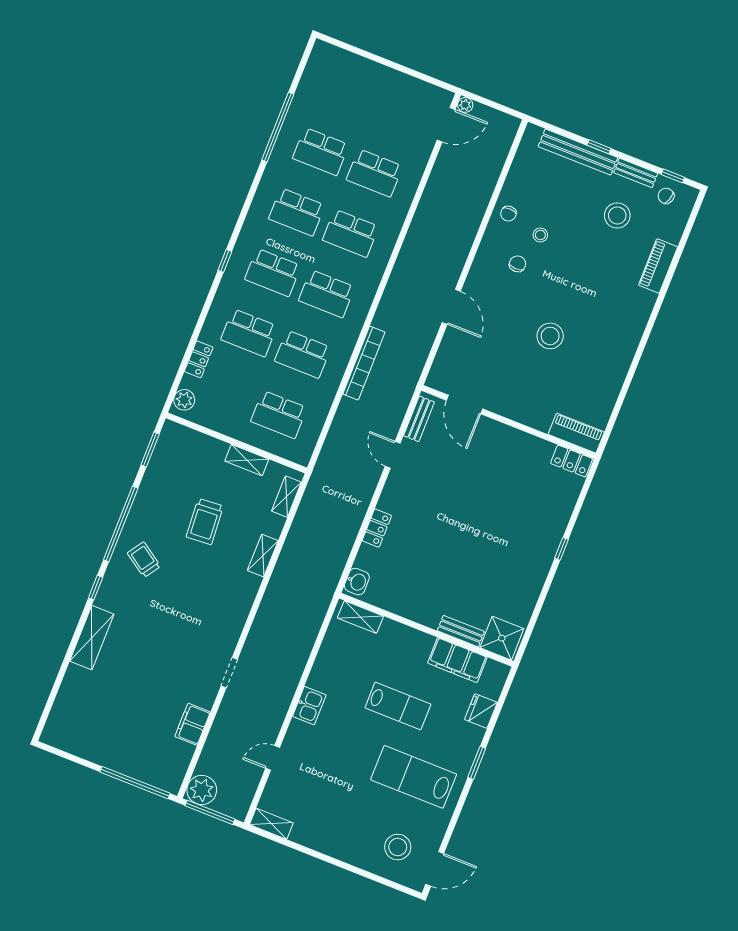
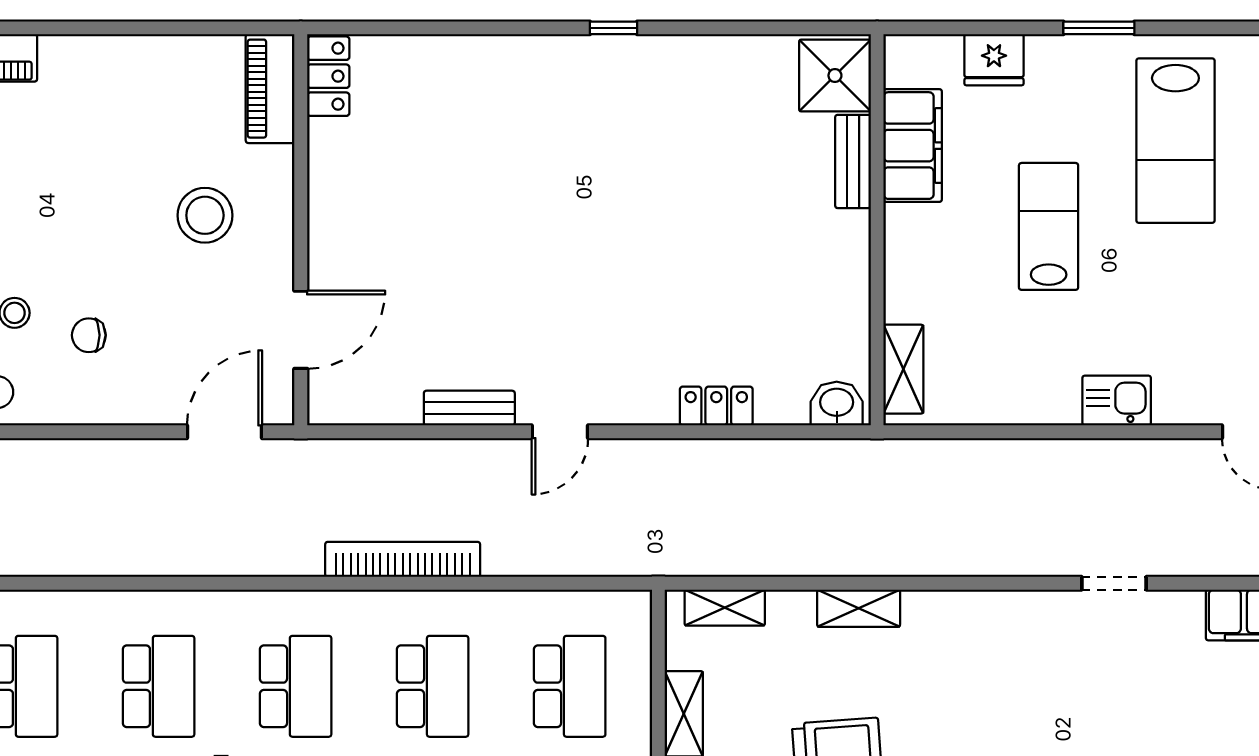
door: (465, 405) -> (301, 330), moved
wall: (509, 422) -> (301, 230), moved
piano: (576, 433) -> (270, 89), moved
locker: (572, 461) -> (328, 76), moved

